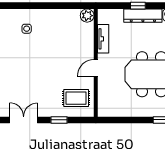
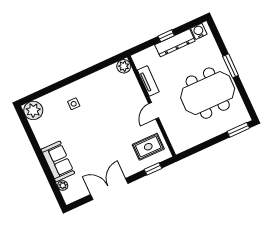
double door: (24, 120) -> (109, 189), width x1.37
window: (59, 120) -> (153, 169), moved

